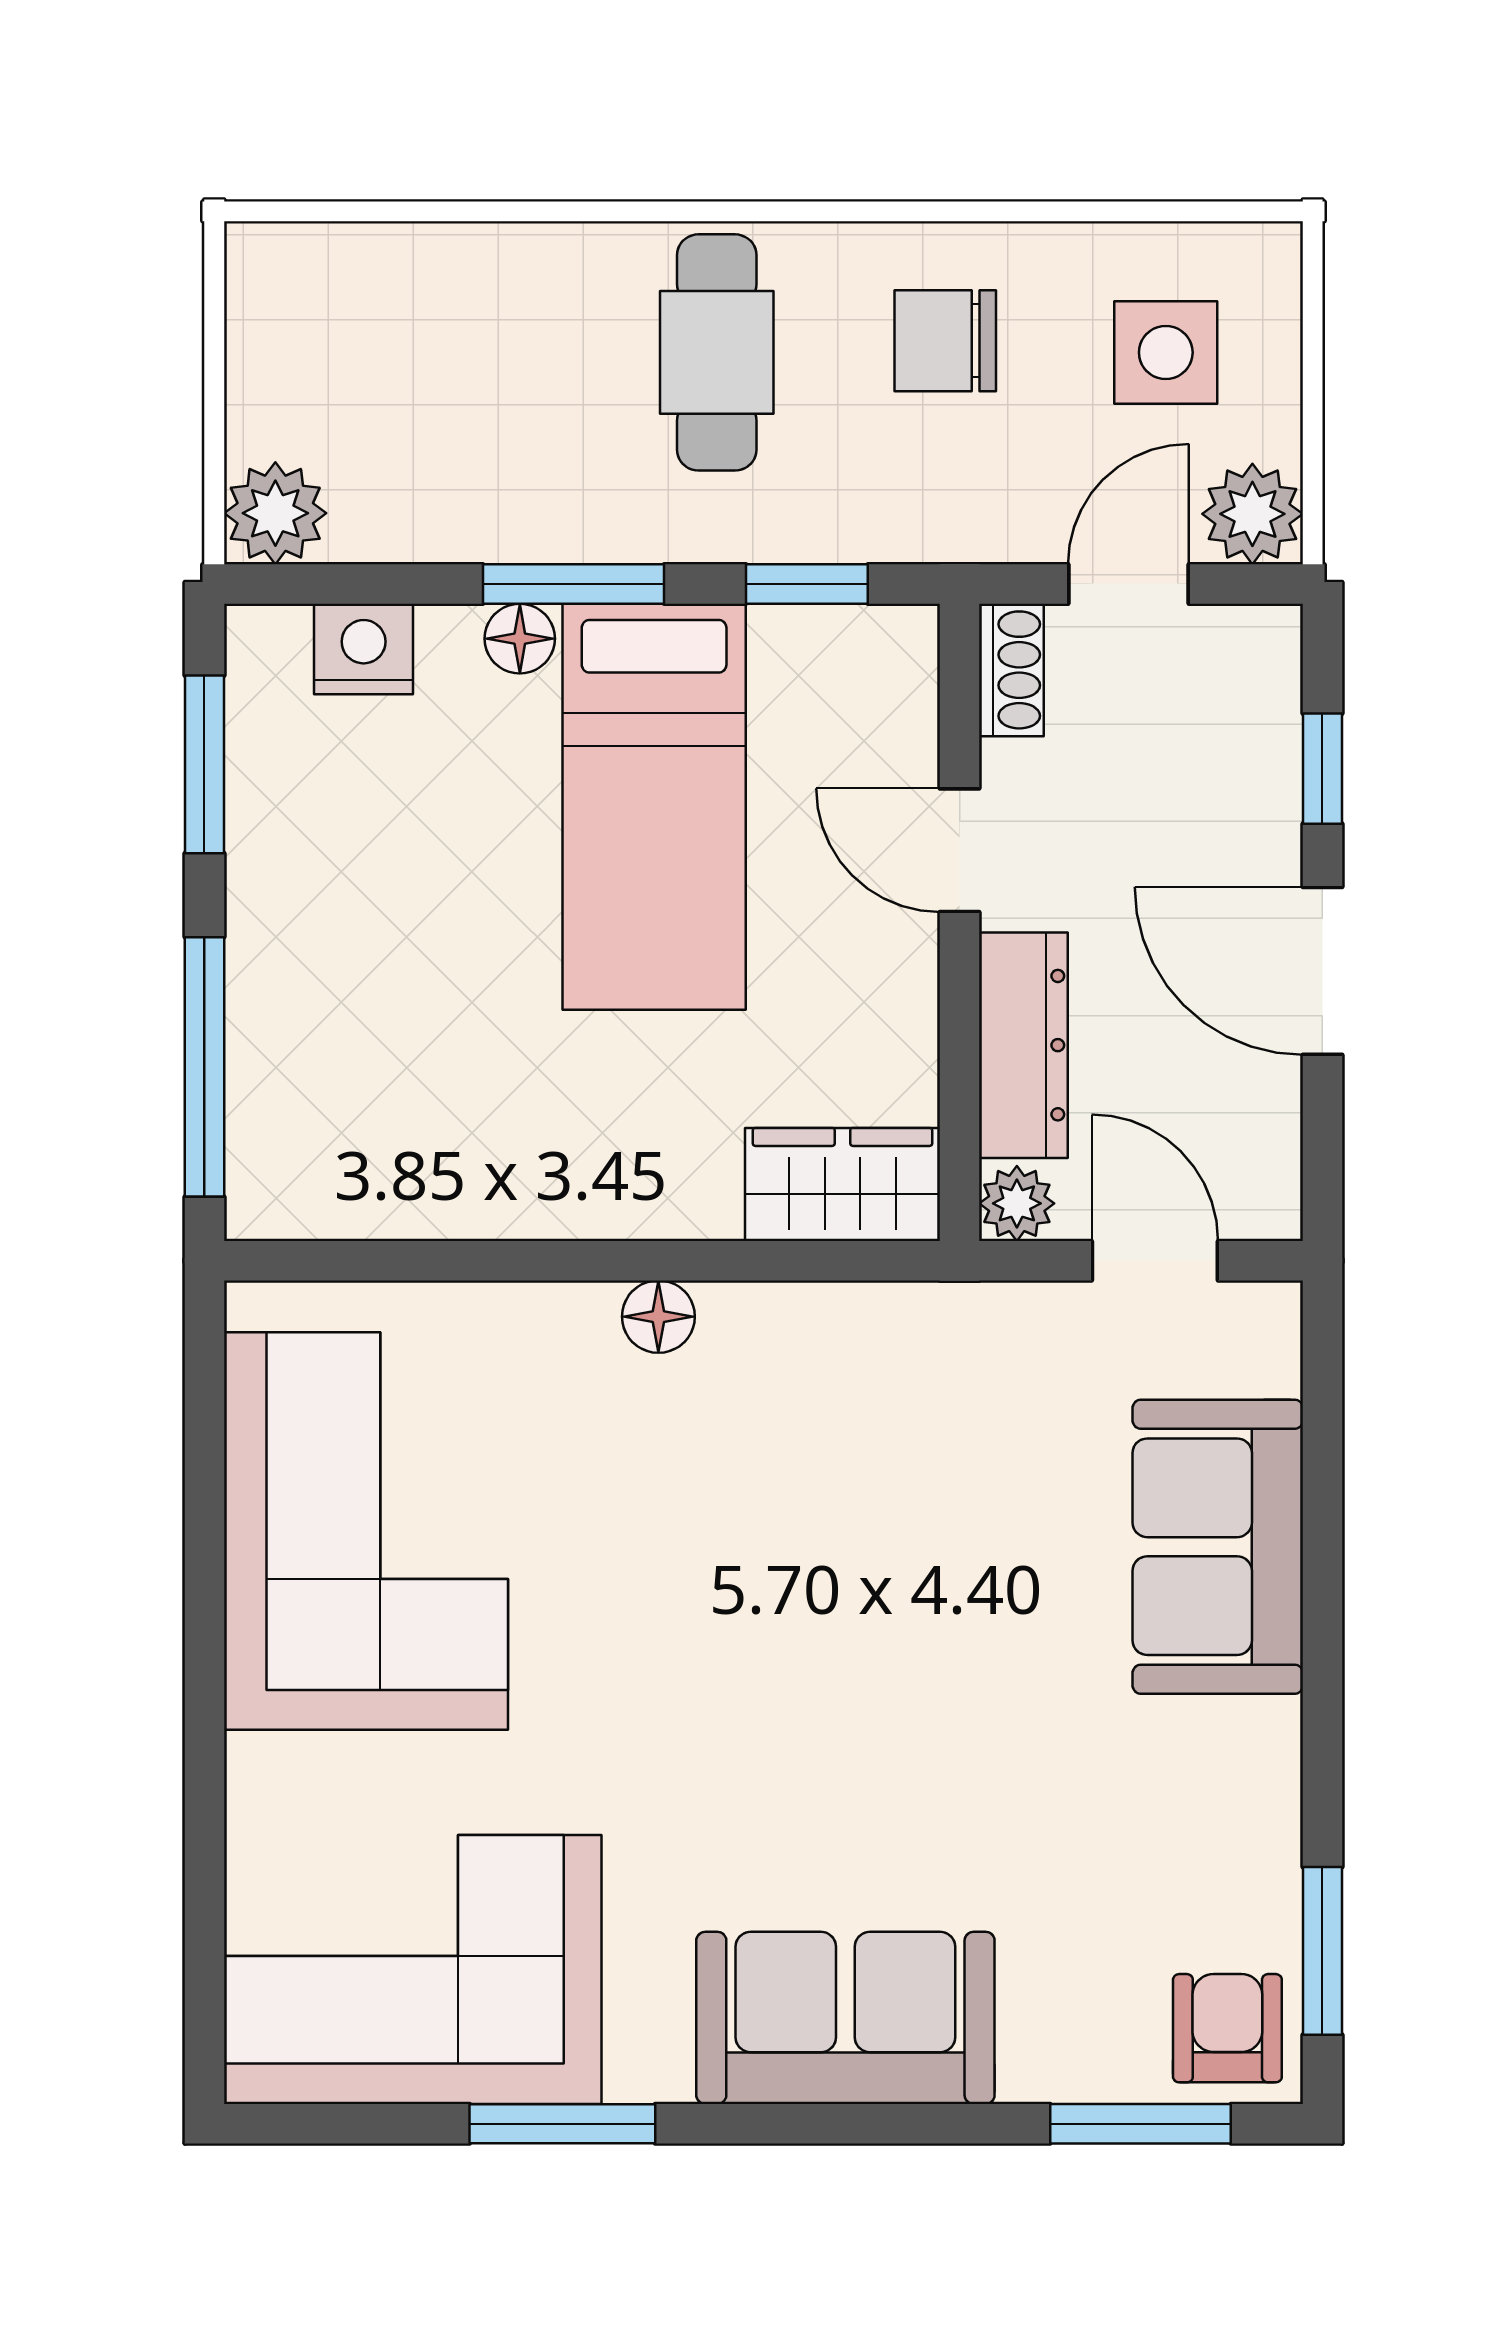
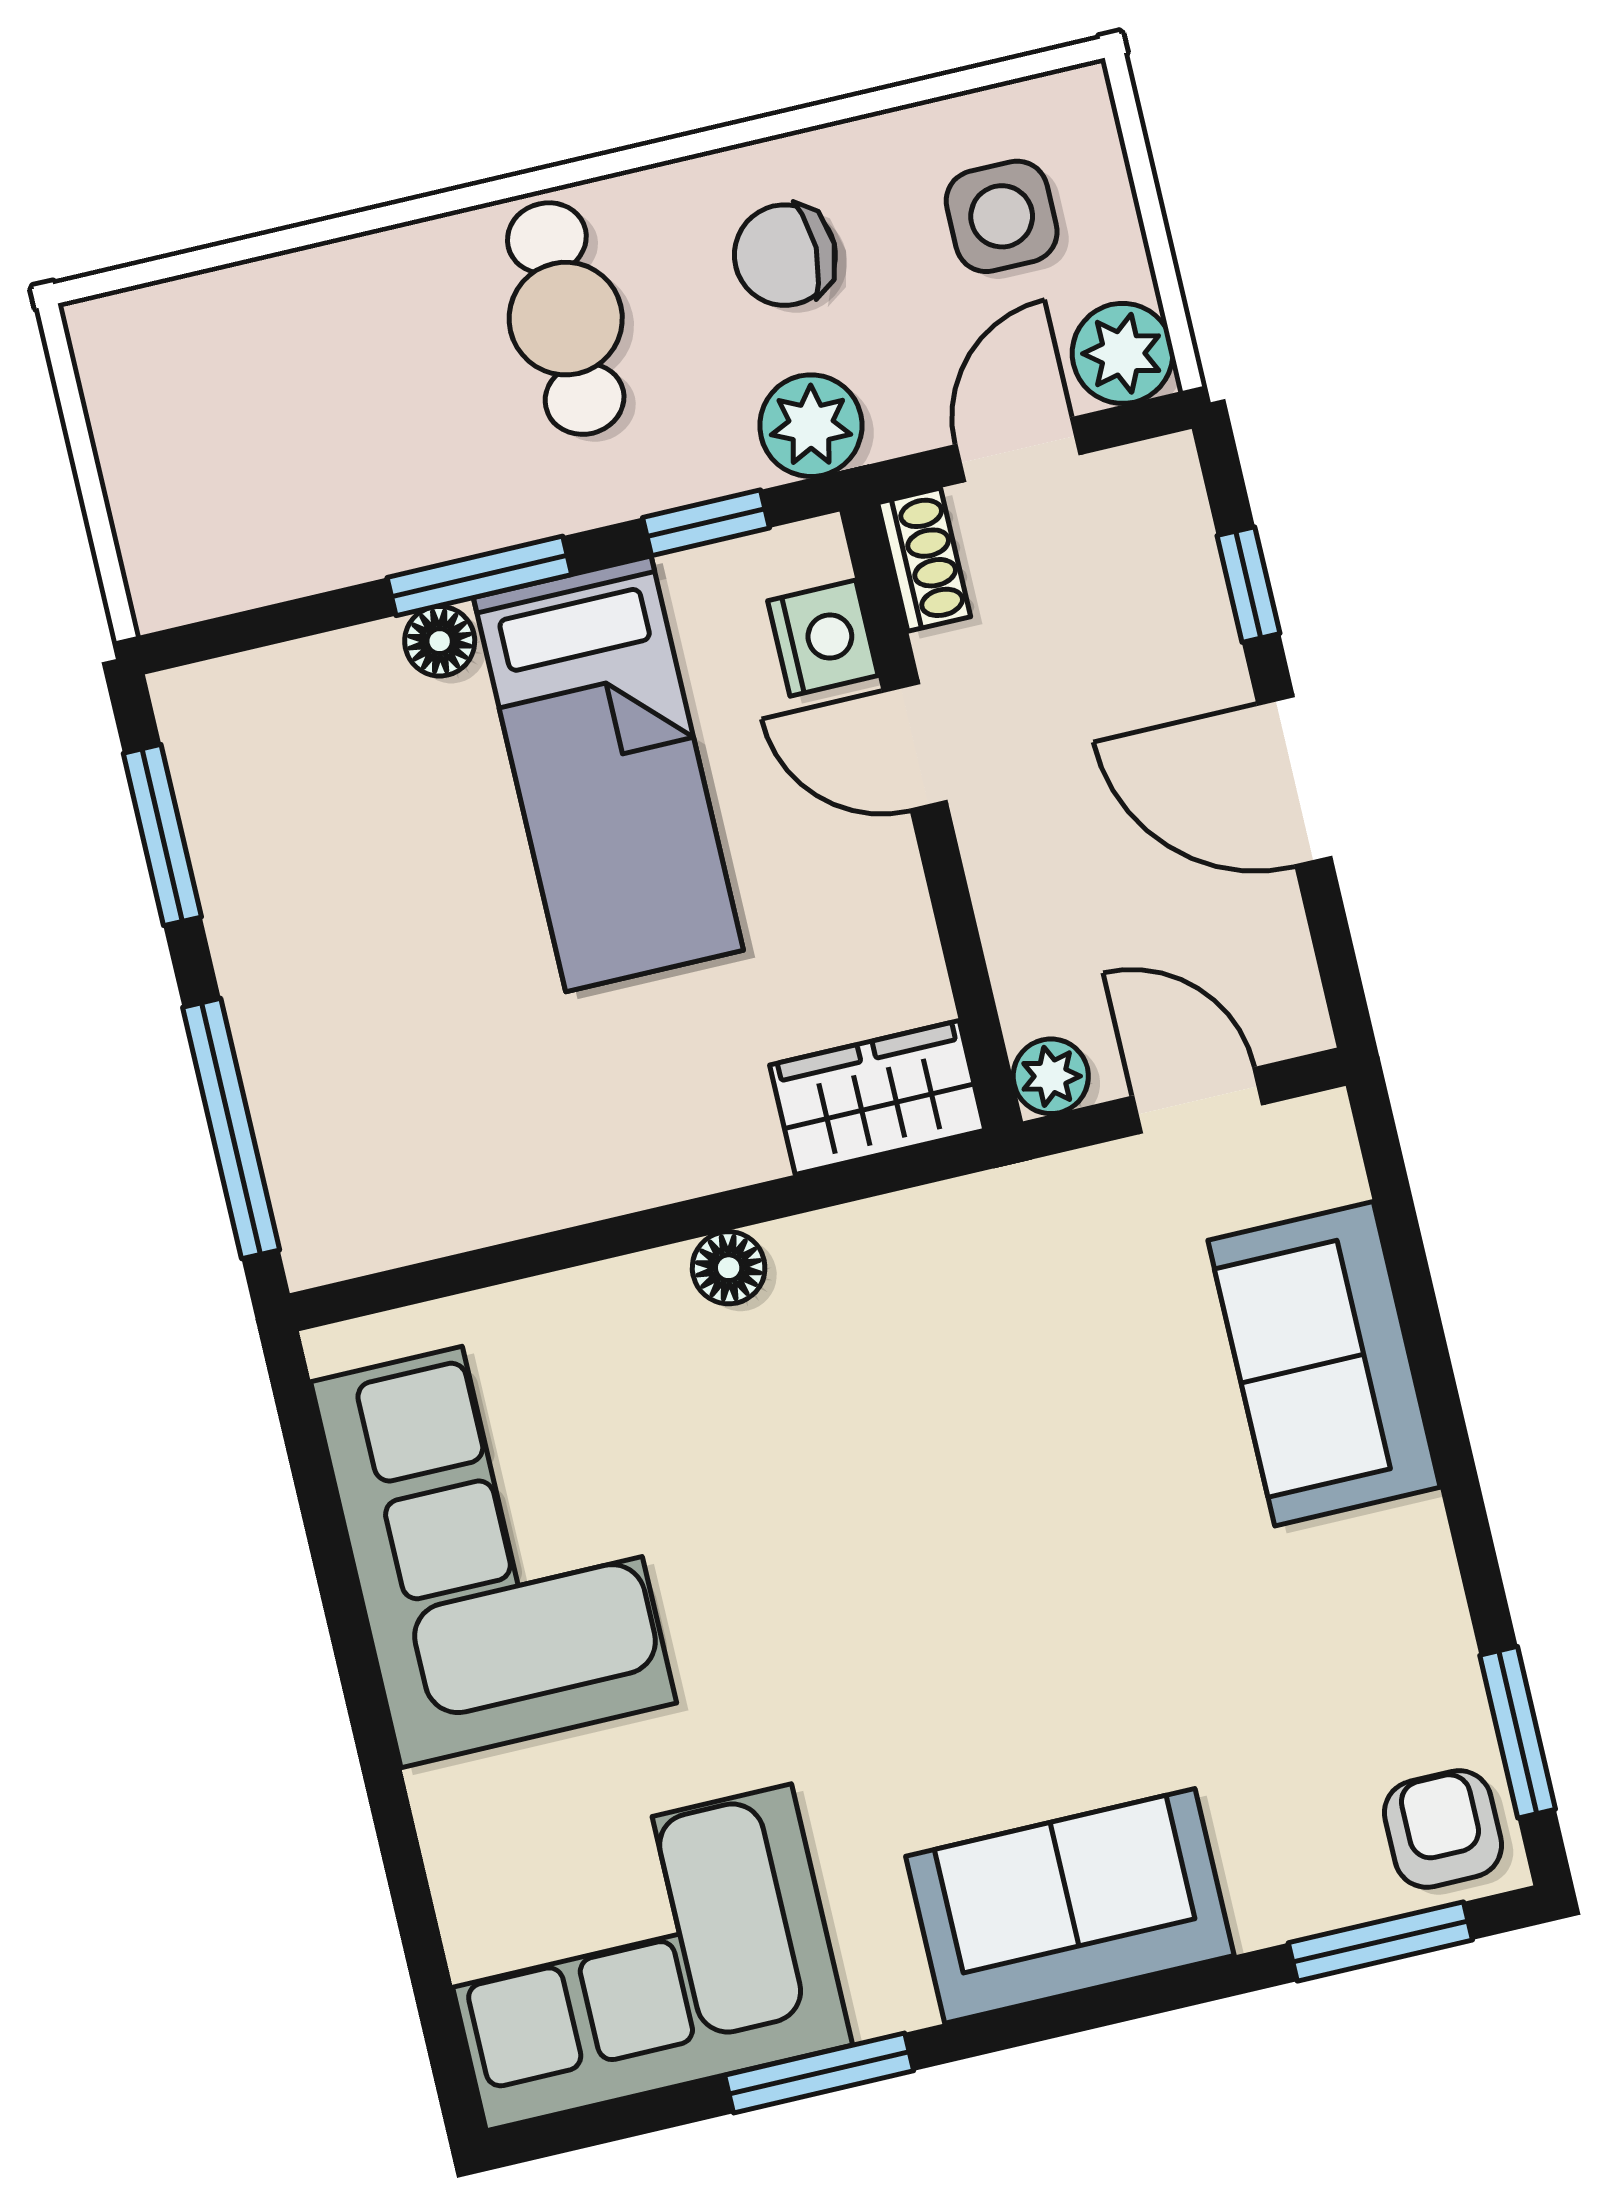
plant: (275, 513) -> (811, 426), moved
nightstand: (364, 649) -> (823, 638), moved, turned 90
dresser: (1023, 1045) -> (1021, 921), removed

